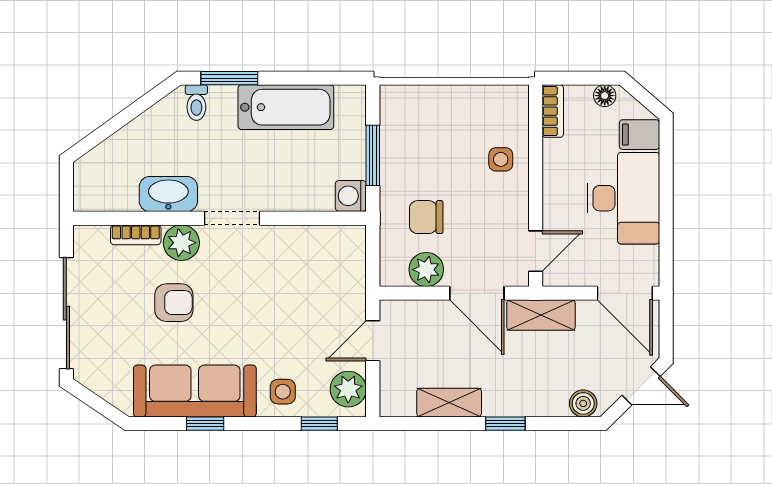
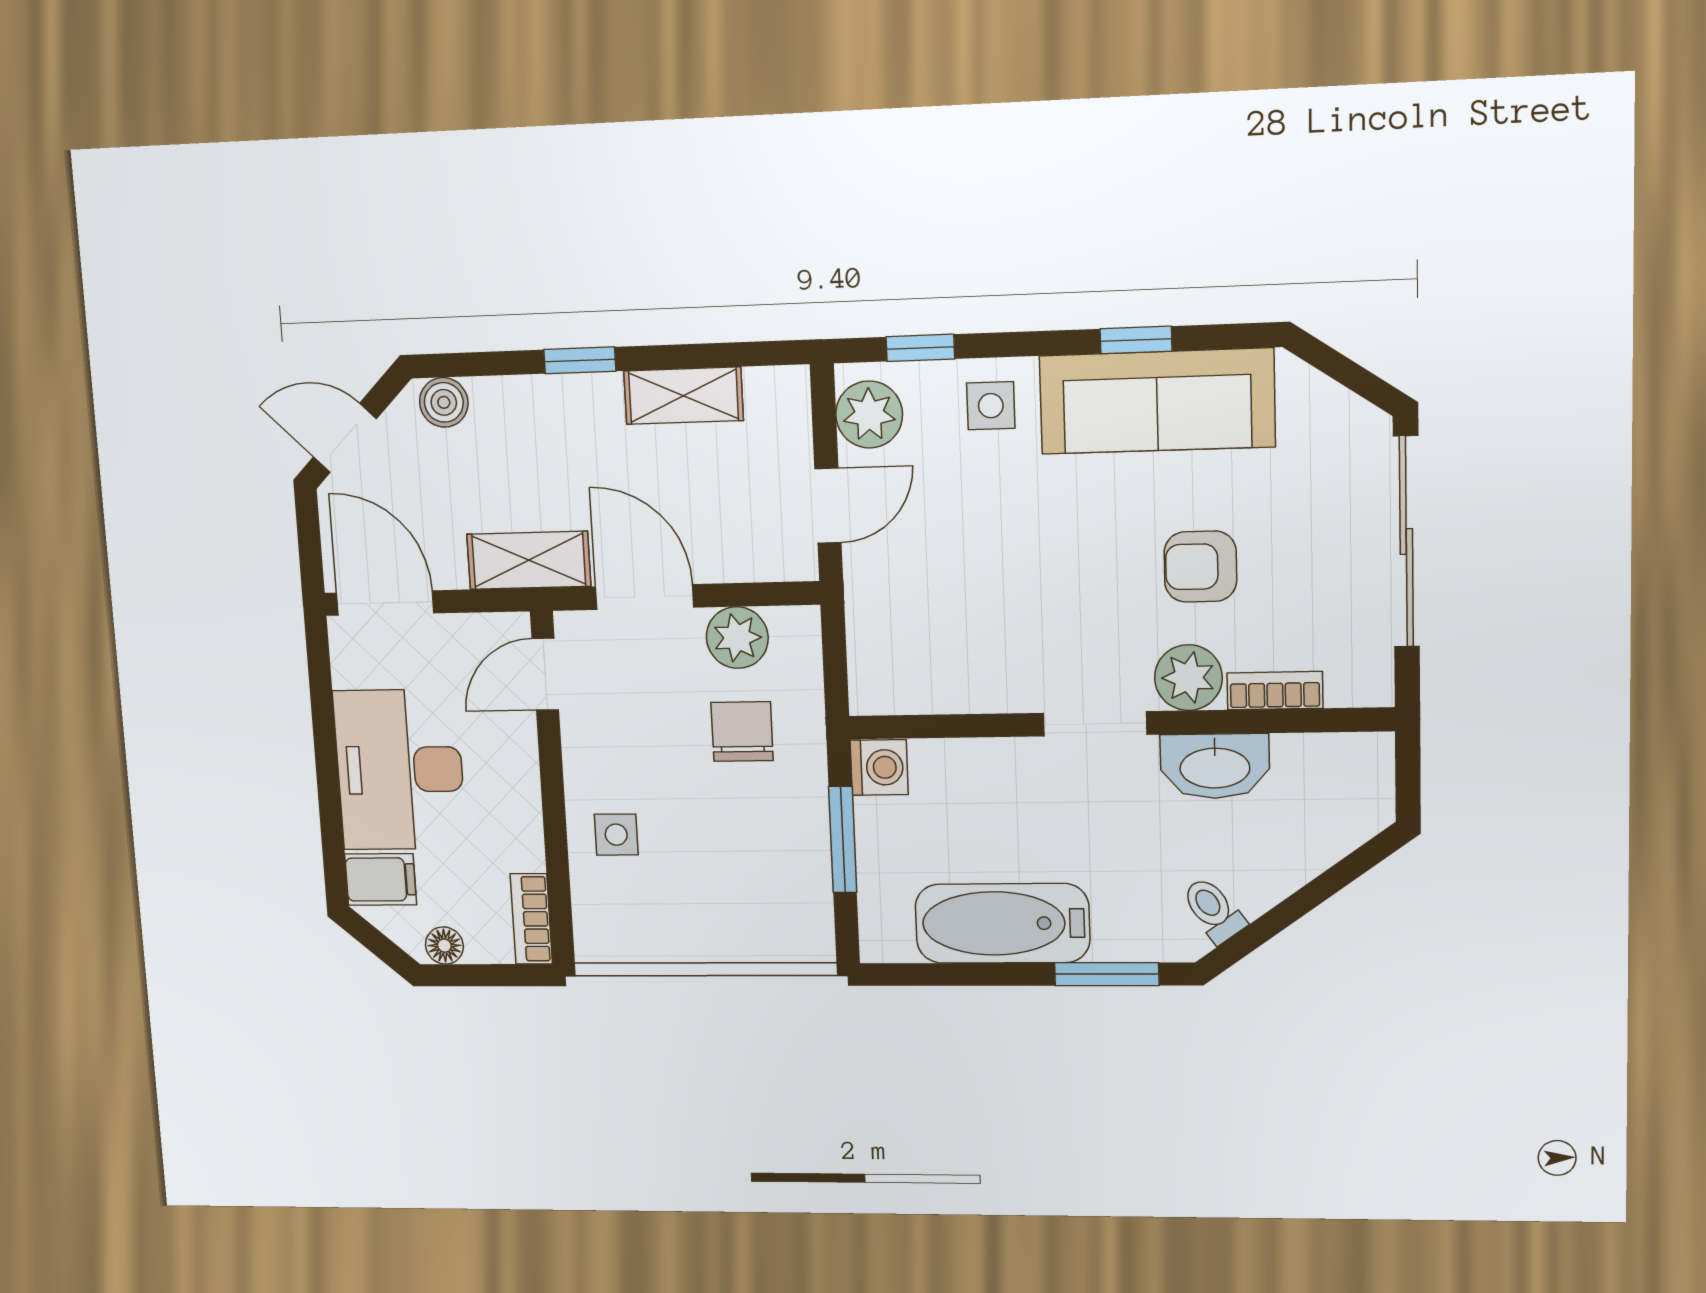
toilet: (196, 103) -> (1213, 910), moved, turned -36
chair: (426, 217) -> (742, 731), turned -90

